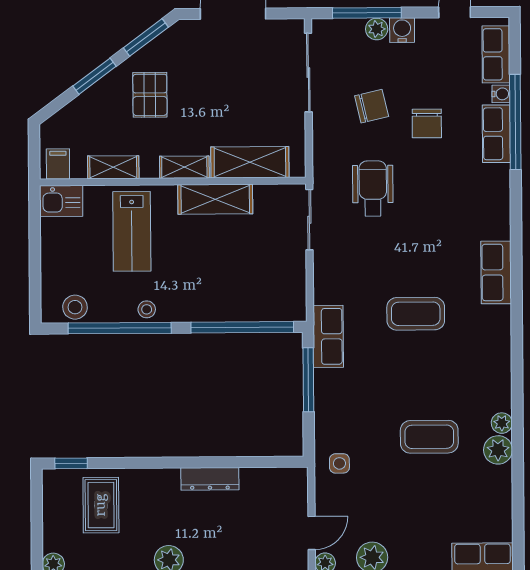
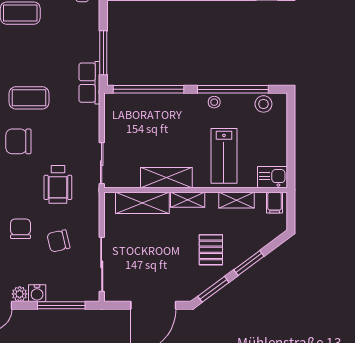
plant: (377, 29) -> (20, 294), moved
lab bench: (132, 231) -> (224, 156), turned 180
chair: (431, 250) -> (18, 141), added

